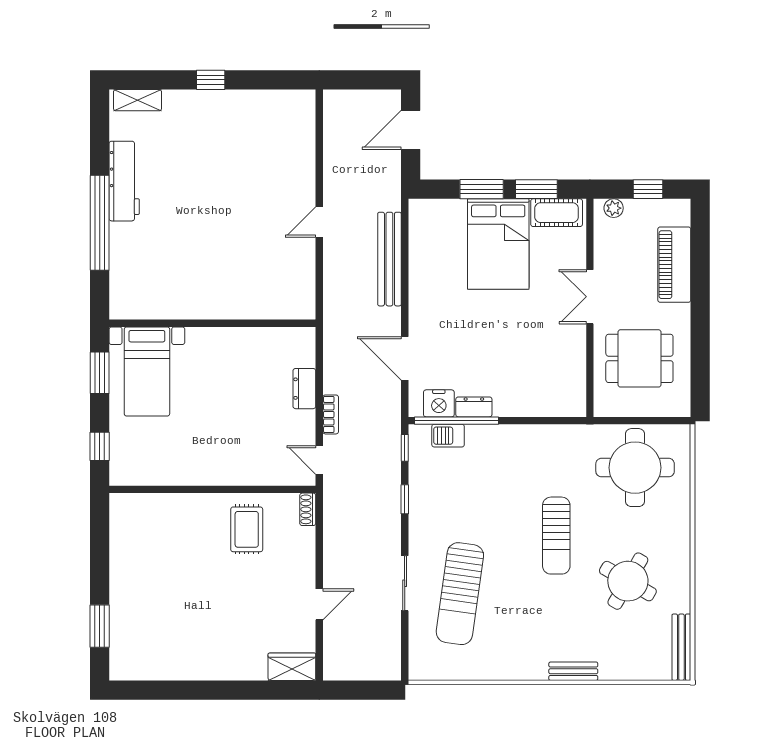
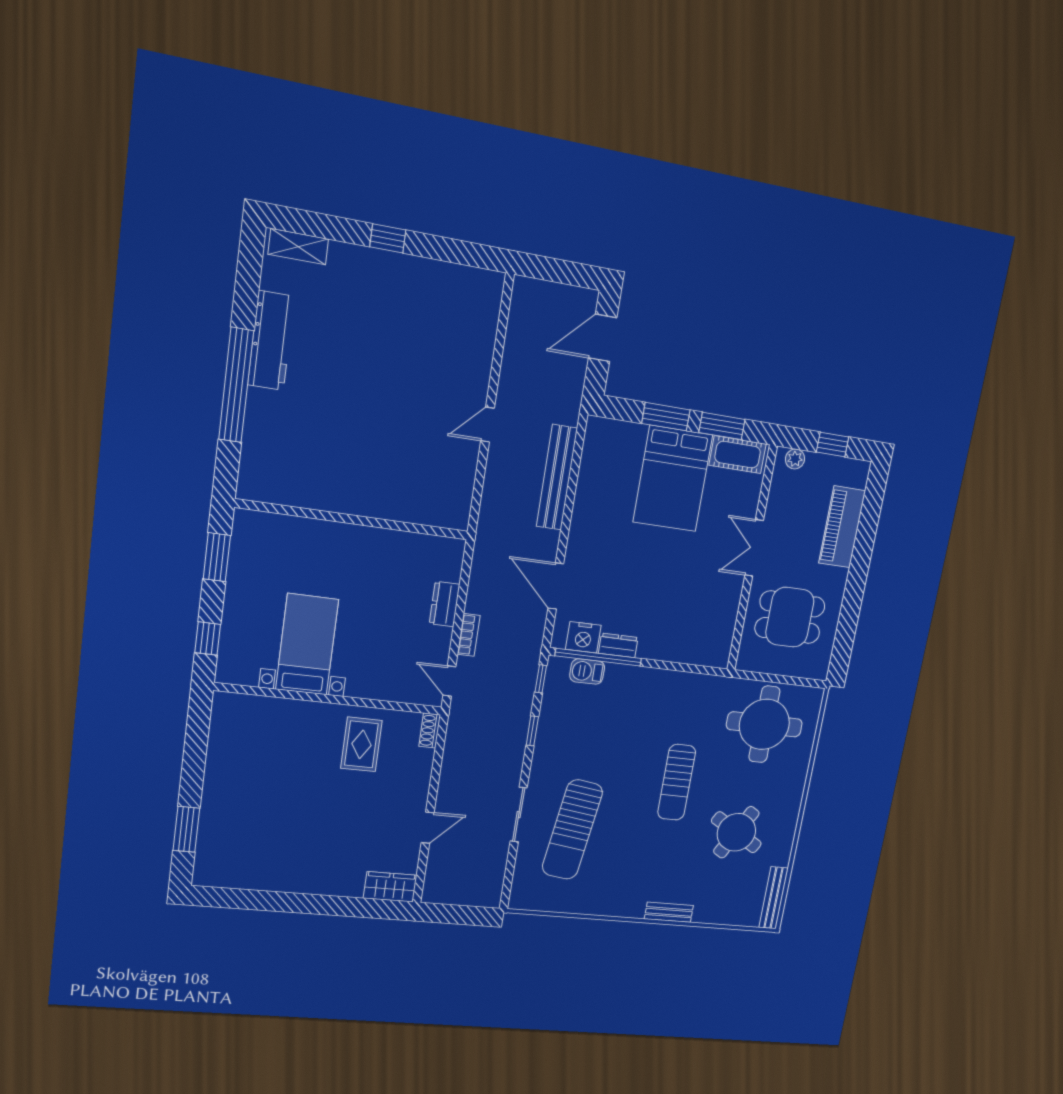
bed with nightstands: (147, 371) -> (307, 644), moved, turned 180

